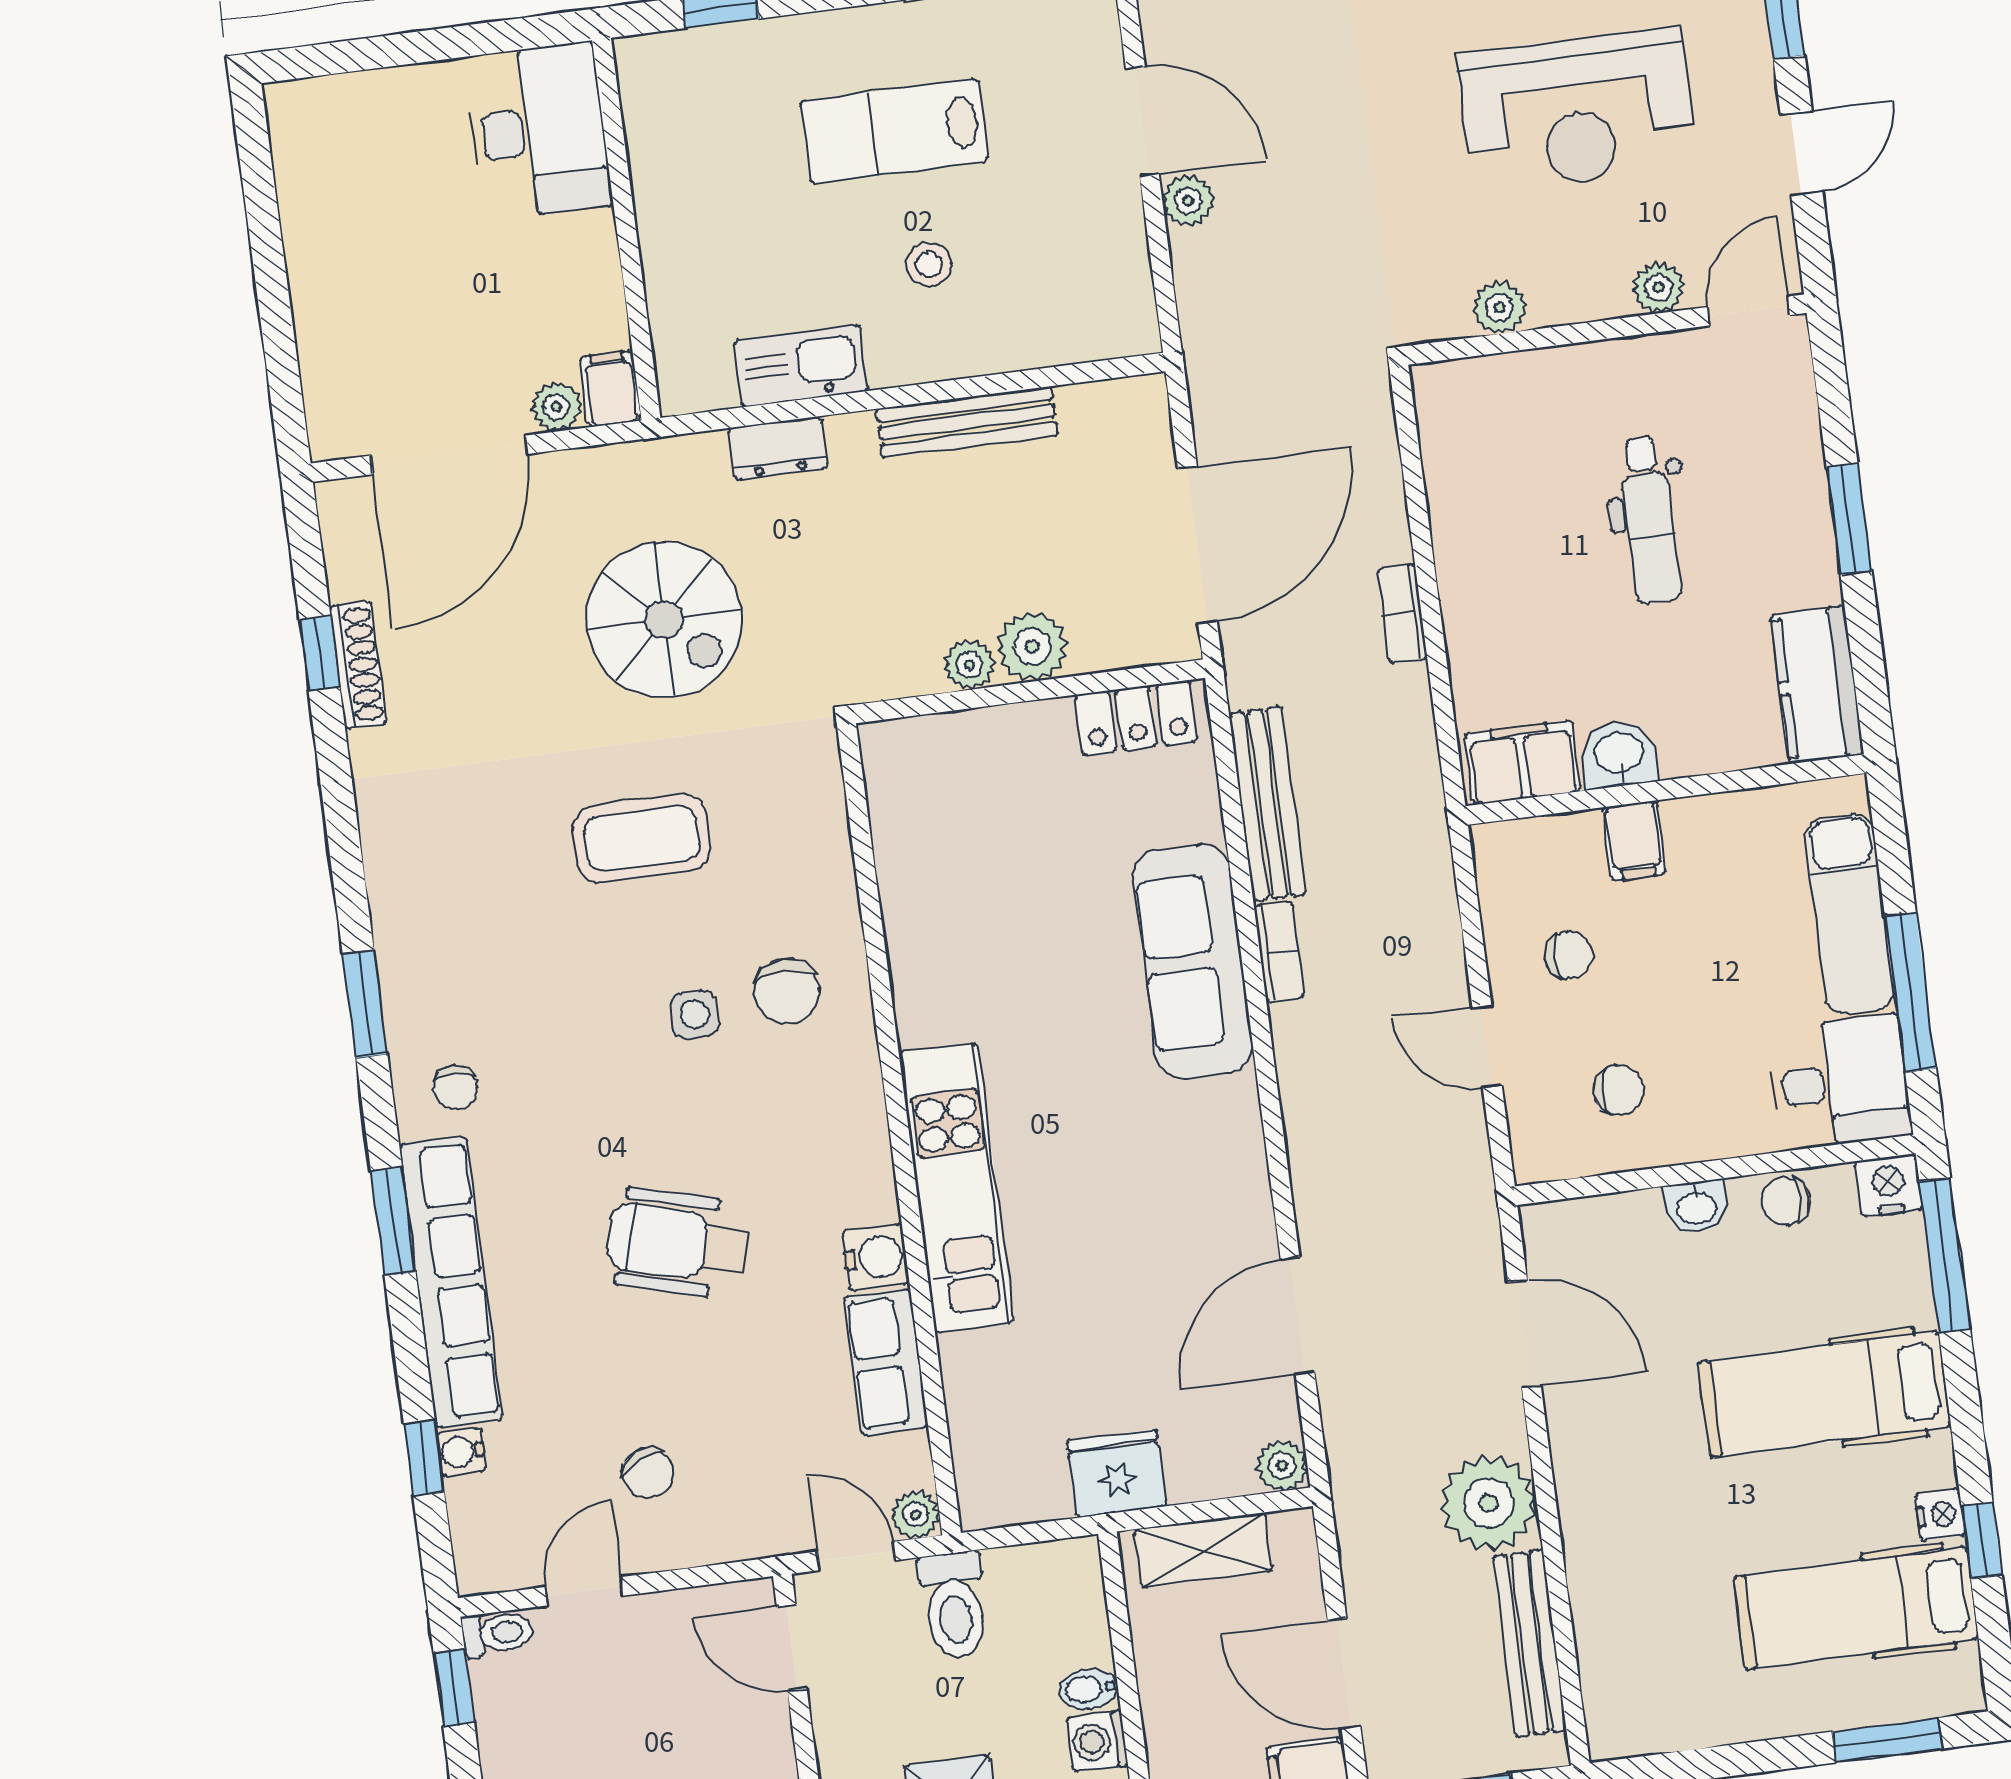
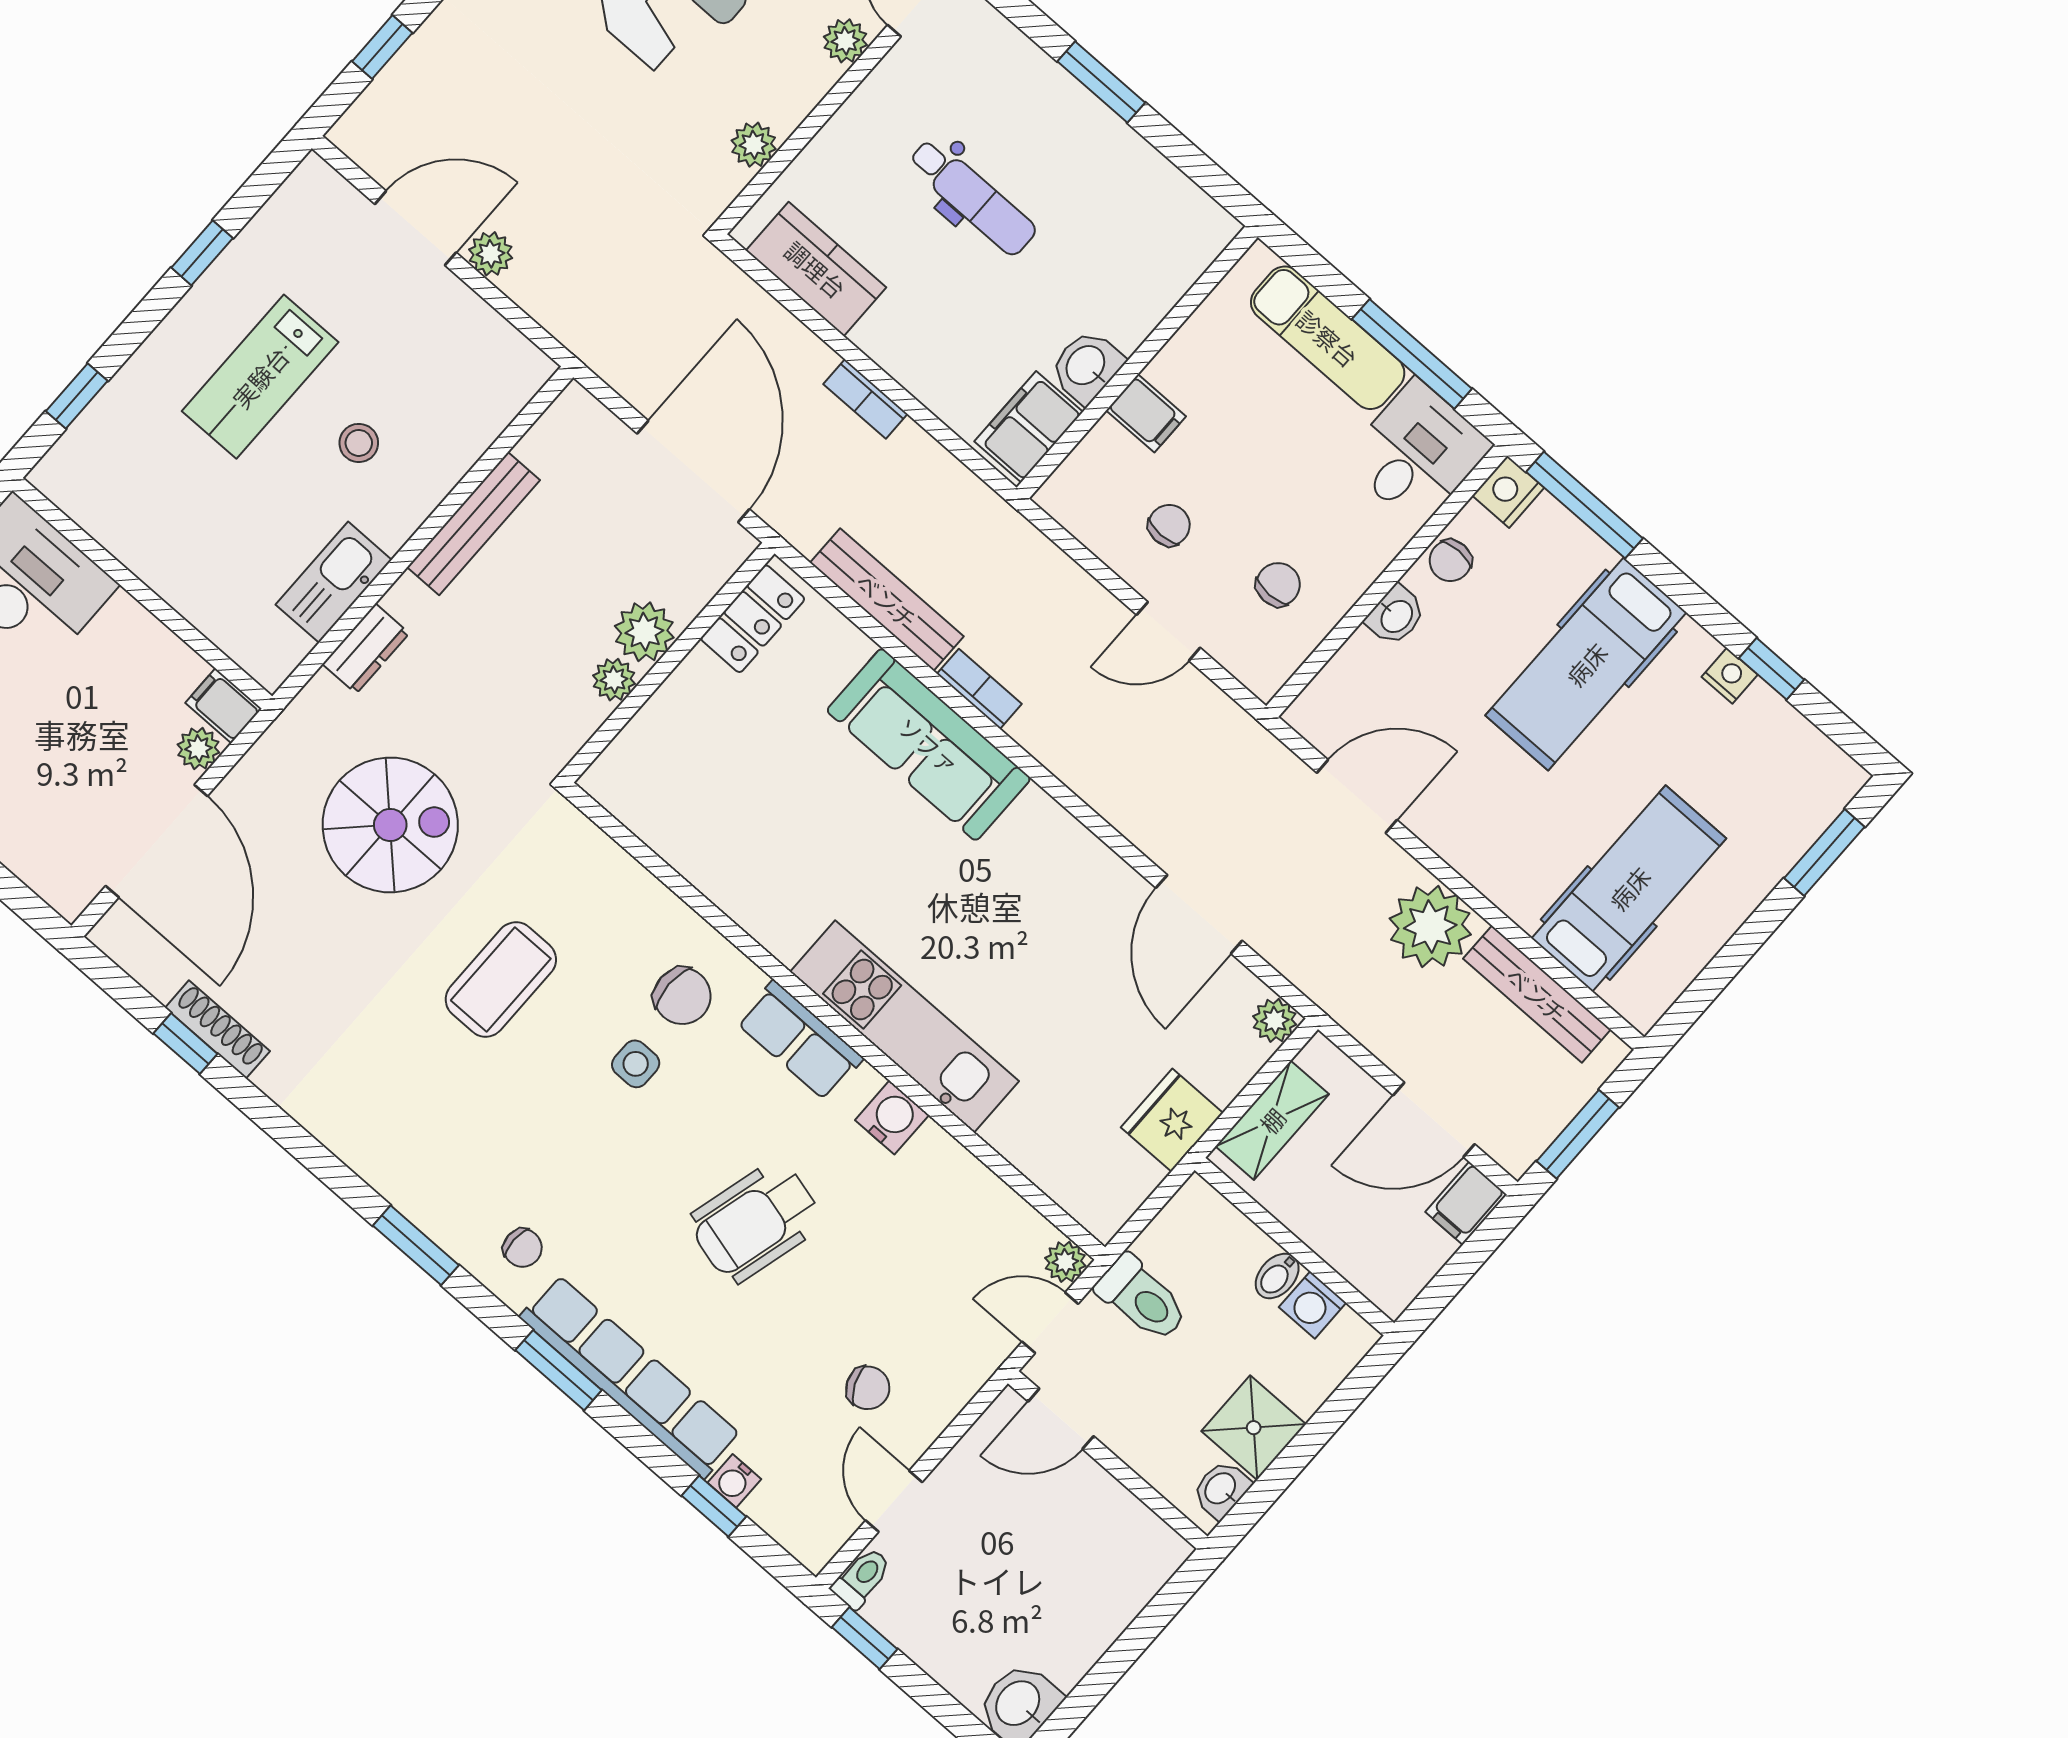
kitchen counter: (1817, 685) -> (816, 269), moved, turned 180
row of seats: (886, 1362) -> (800, 1040), moved
hospital bed: (1856, 1608) -> (1629, 888), moved, turned 180

